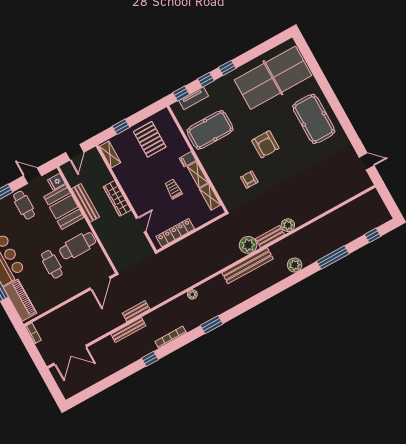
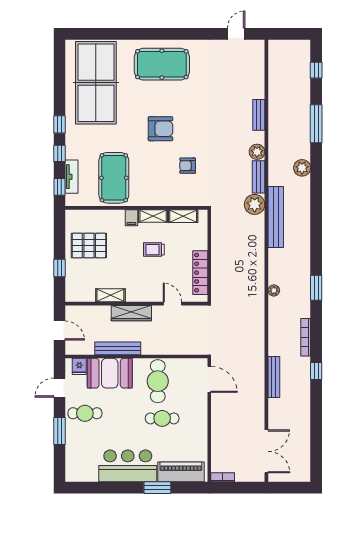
shelving: (110, 154) -> (110, 295), moved
bench: (136, 311) -> (259, 115), moved

